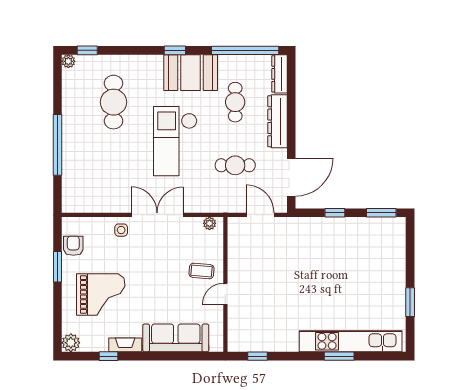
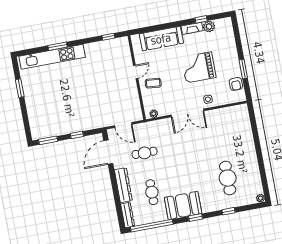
window: (87, 50) -> (229, 211), moved
checkout: (175, 141) -> (185, 161), removed
window: (57, 145) -> (258, 145), removed
grand piano: (101, 294) -> (199, 67), moved
plant: (71, 343) -> (209, 27), moved

